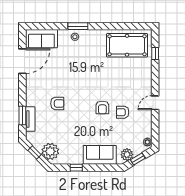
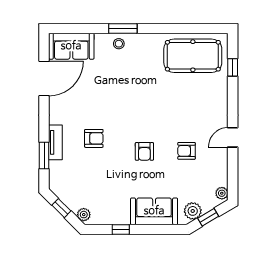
armchair: (102, 108) -> (144, 151), moved
tv unit: (30, 119) -> (55, 142), moved
plant: (50, 151) -> (84, 215), width x0.53, depth x0.53

